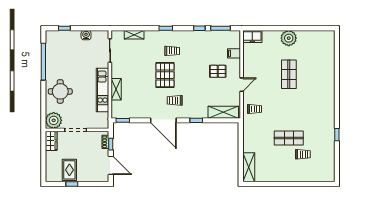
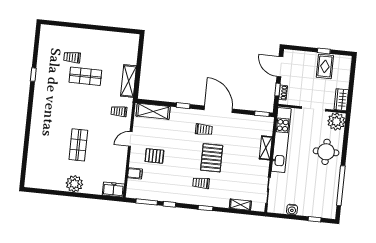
kitchen unit: (103, 90) -> (281, 140), width x1.36
shelving: (249, 167) -> (129, 81), moved

